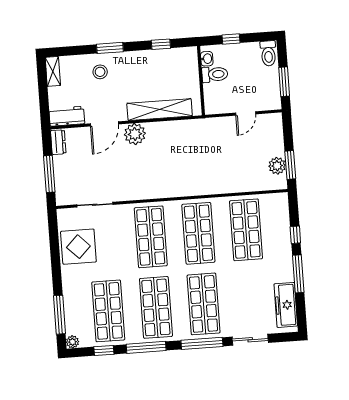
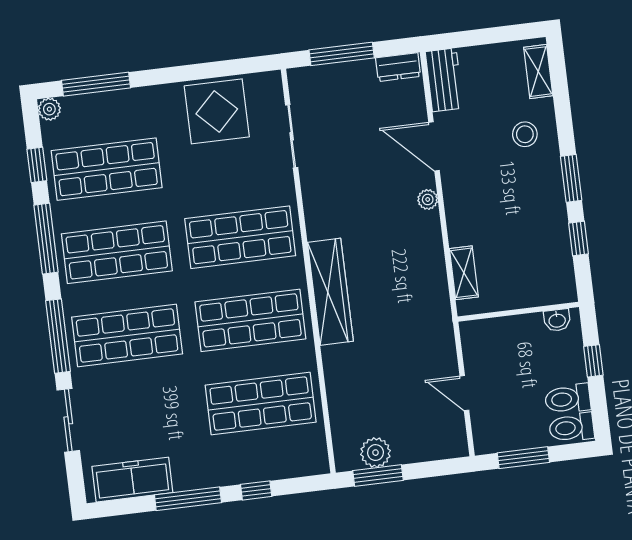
window: (110, 48) -> (571, 178), moved
shelving: (53, 71) -> (538, 72), moved, turned 90
toilet: (215, 74) -> (568, 399), moved, turned 90
shelving: (160, 110) -> (464, 273), width x0.45, depth x0.75
plant: (135, 134) -> (428, 199), width x0.53, depth x0.53
wardrobe: (184, 187) -> (330, 292), added

